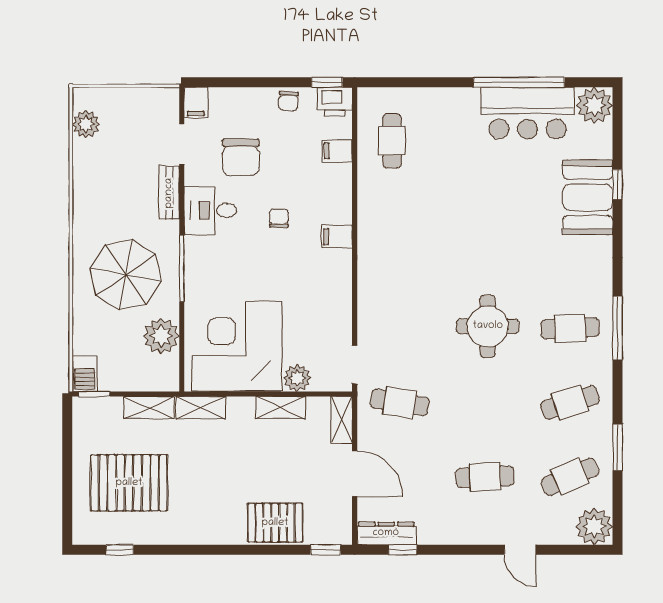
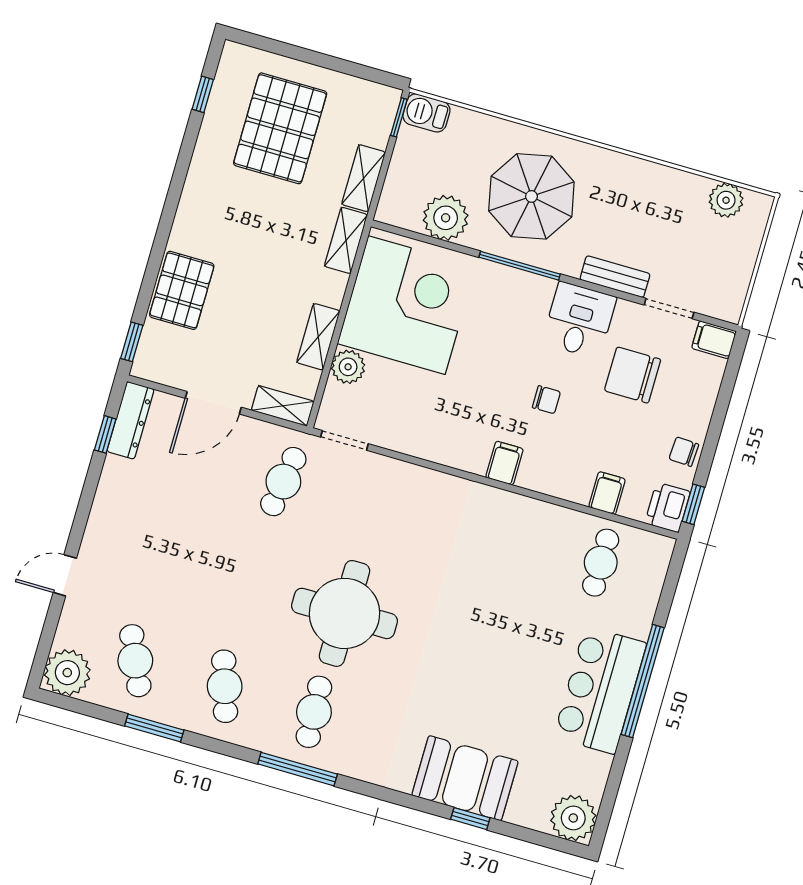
window: (519, 82) -> (643, 681), moved
bar counter: (528, 113) -> (600, 690), moved
cafe table: (392, 141) -> (601, 563), turned 90
round table: (488, 326) -> (345, 613), width x1.36, depth x1.36
cafe table: (485, 477) -> (165, 558), removed

